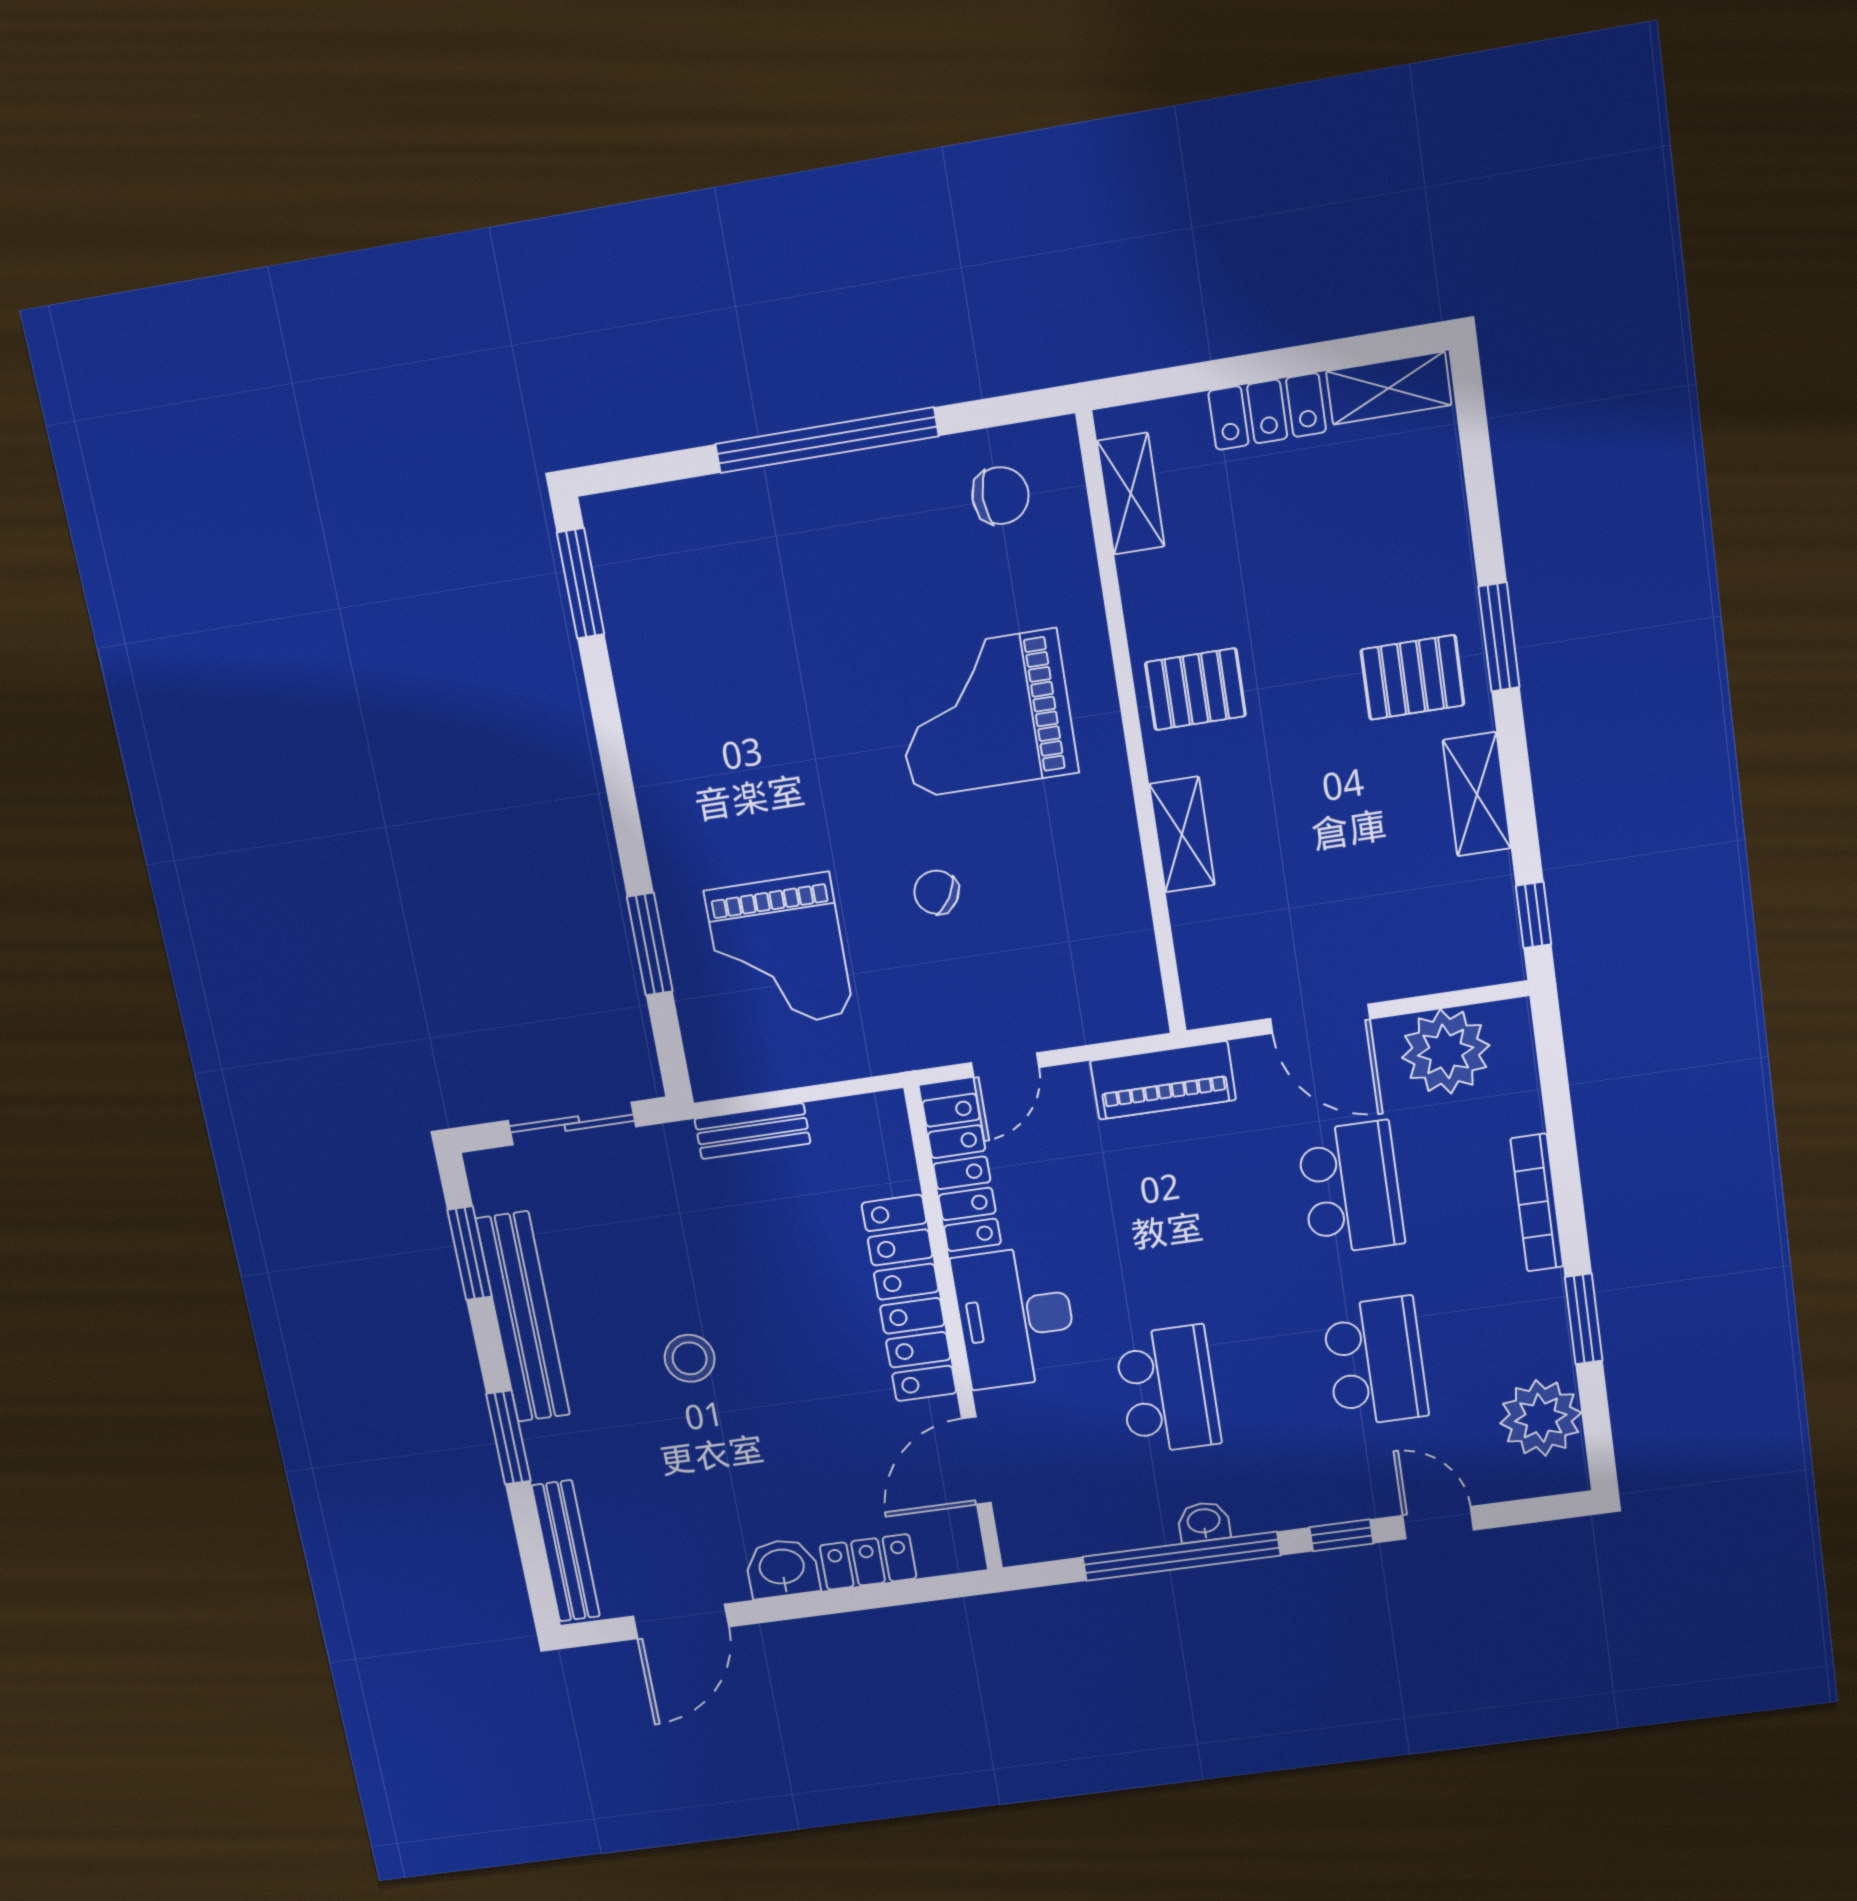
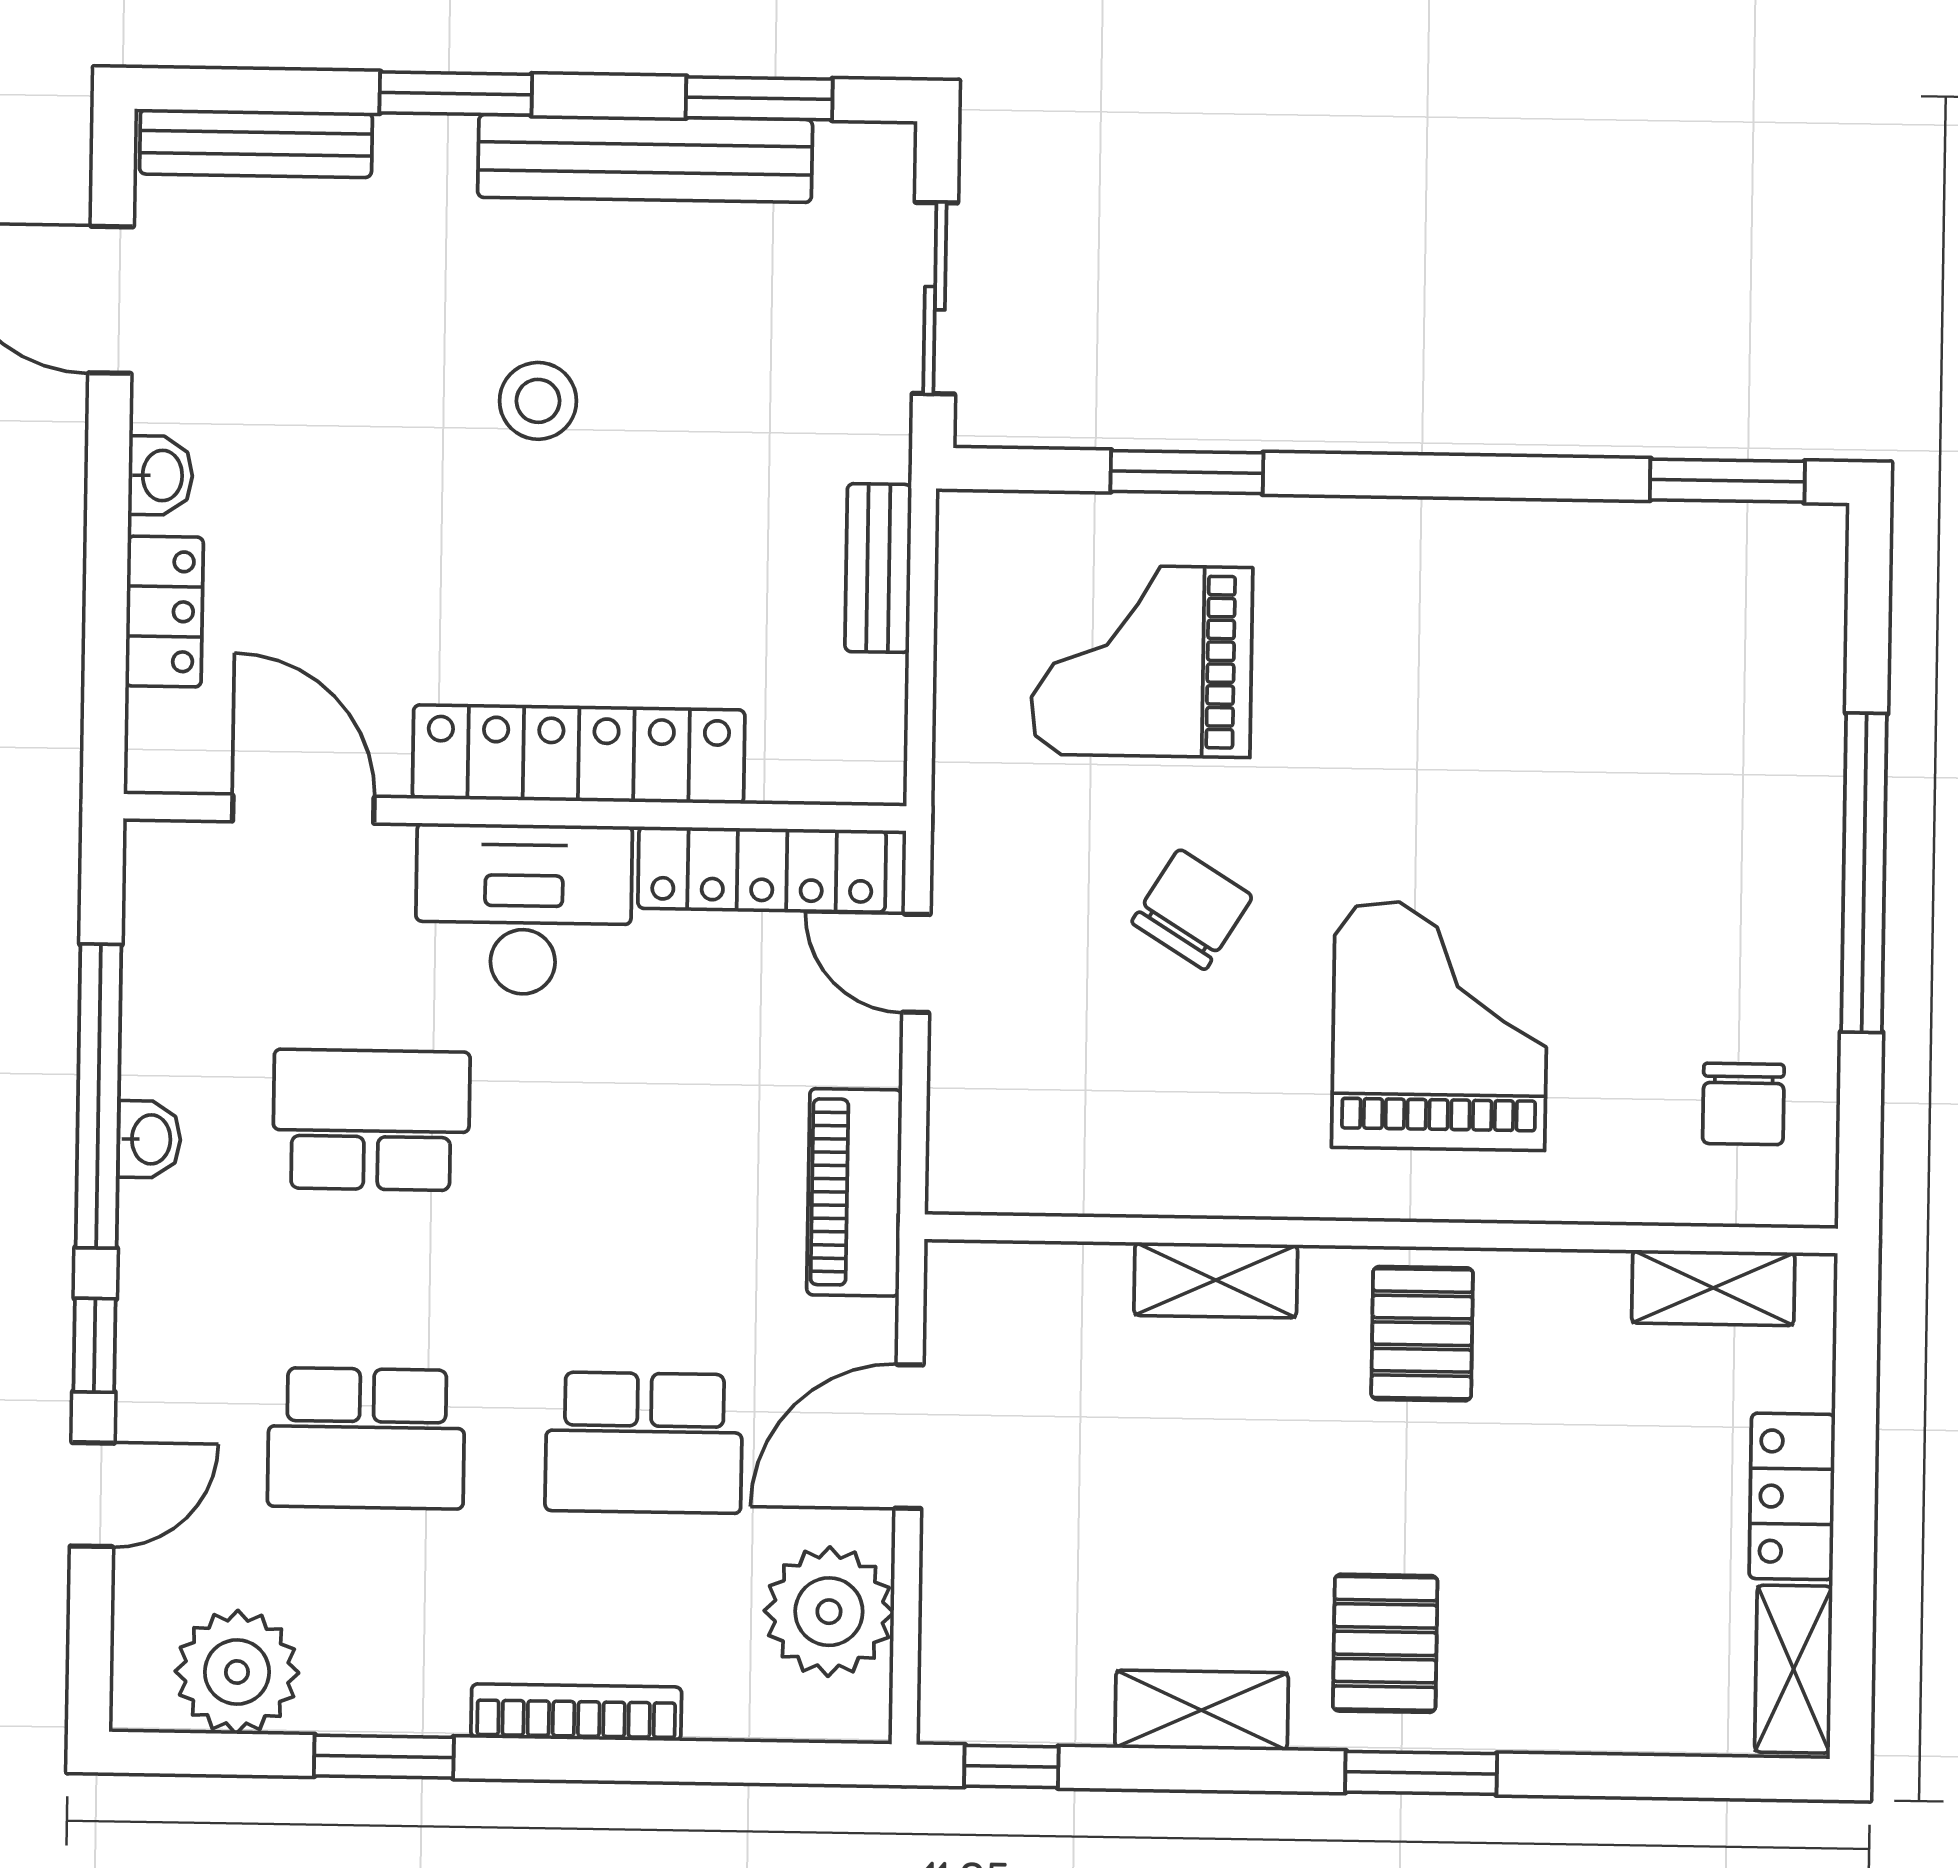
chair: (936, 892) -> (1192, 909), width x1.37, depth x1.37
school desk: (1168, 1390) -> (371, 1120), turned 180
washbasin: (782, 1568) -> (160, 476), width x0.72, depth x0.69

